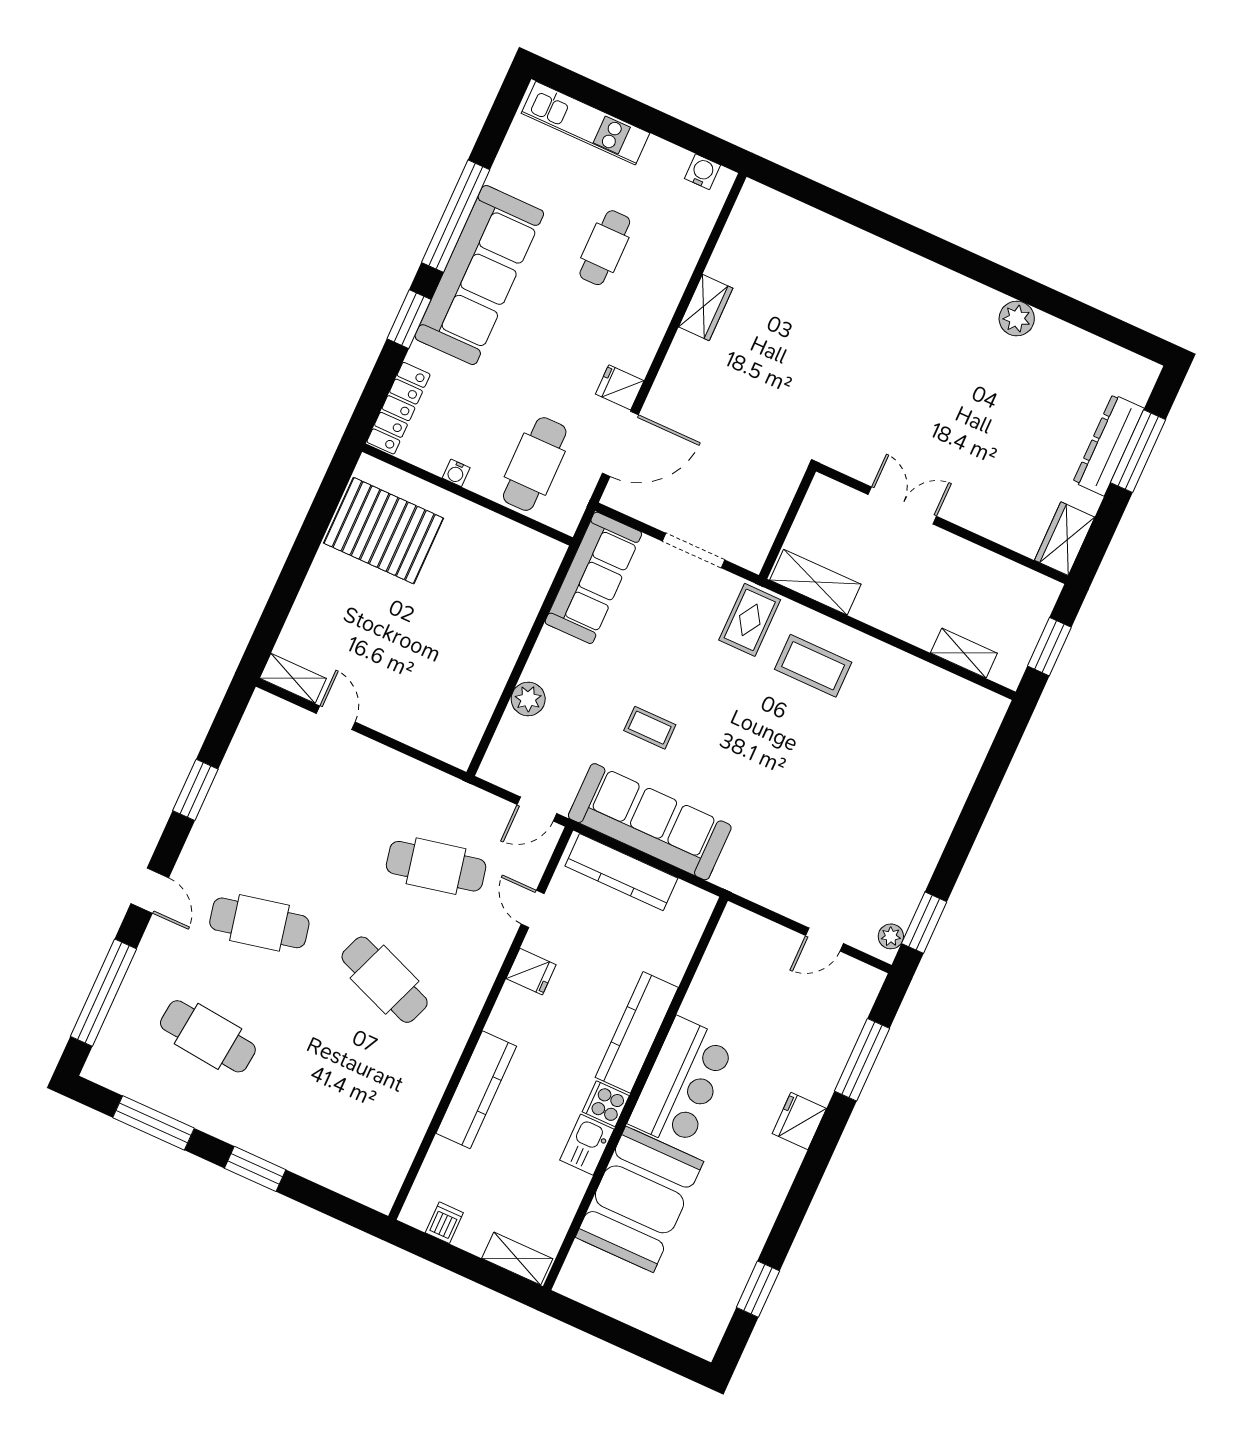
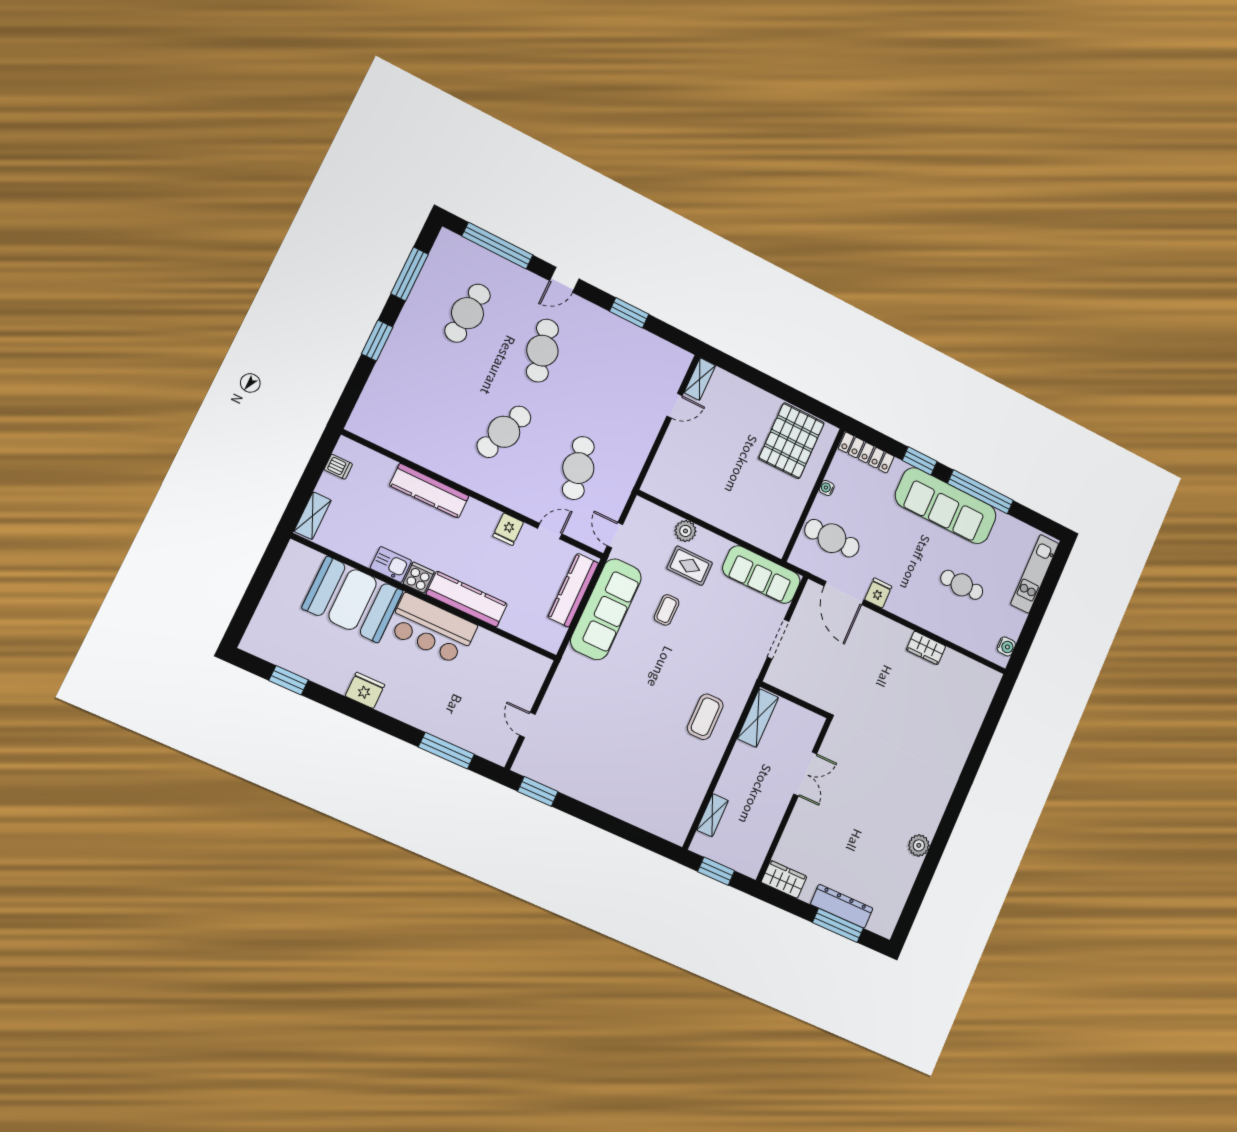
rug: (750, 620) -> (690, 566), moved
plant: (891, 936) -> (529, 769), removed
fridge: (799, 1121) -> (365, 690), moved

